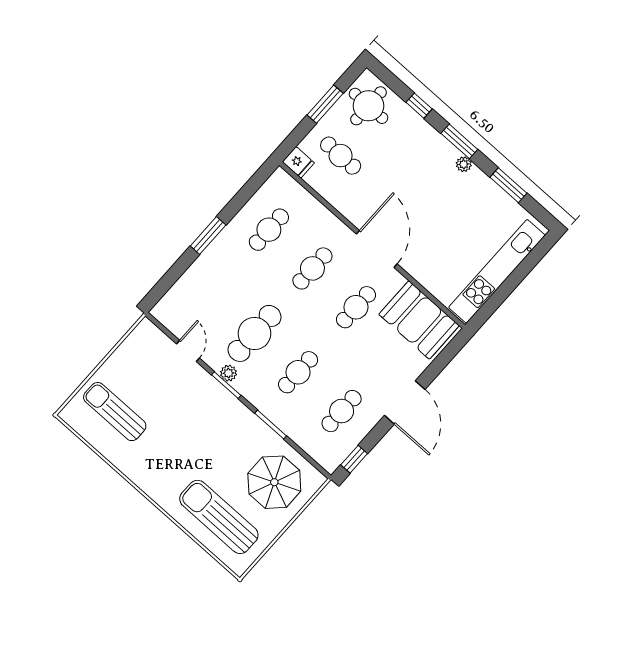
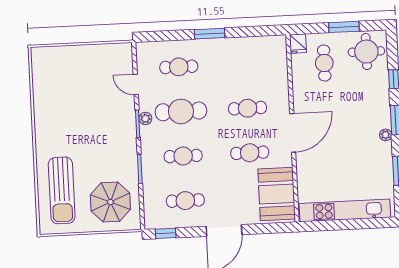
cafe table: (269, 230) -> (179, 67), moved
door: (188, 351) -> (136, 84), swing flipped
sun lounger: (115, 412) -> (63, 77), removed
sun lounger: (219, 517) -> (62, 190), turned 180

